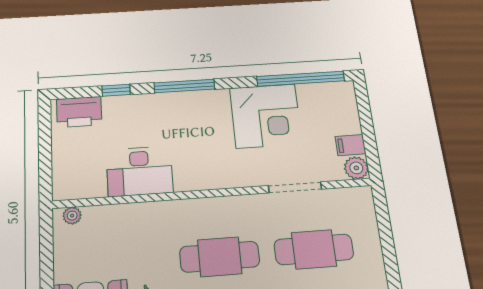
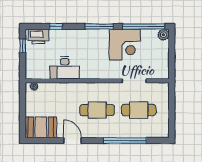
window: (184, 86) -> (99, 26), moved
window: (45, 133) -> (23, 46), added
filing cabinet: (351, 145) -> (162, 62), removed
plant: (356, 168) -> (163, 35), moved

